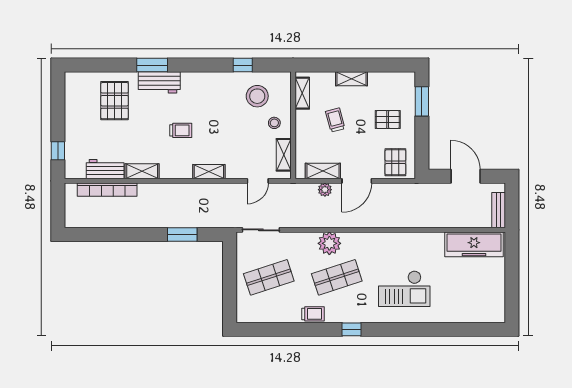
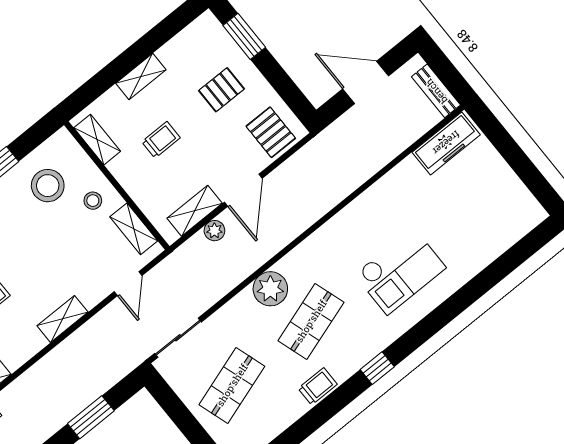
trolley: (335, 120) -> (161, 140), turned 105
freezer: (474, 244) -> (446, 143), width x0.73, depth x0.79

